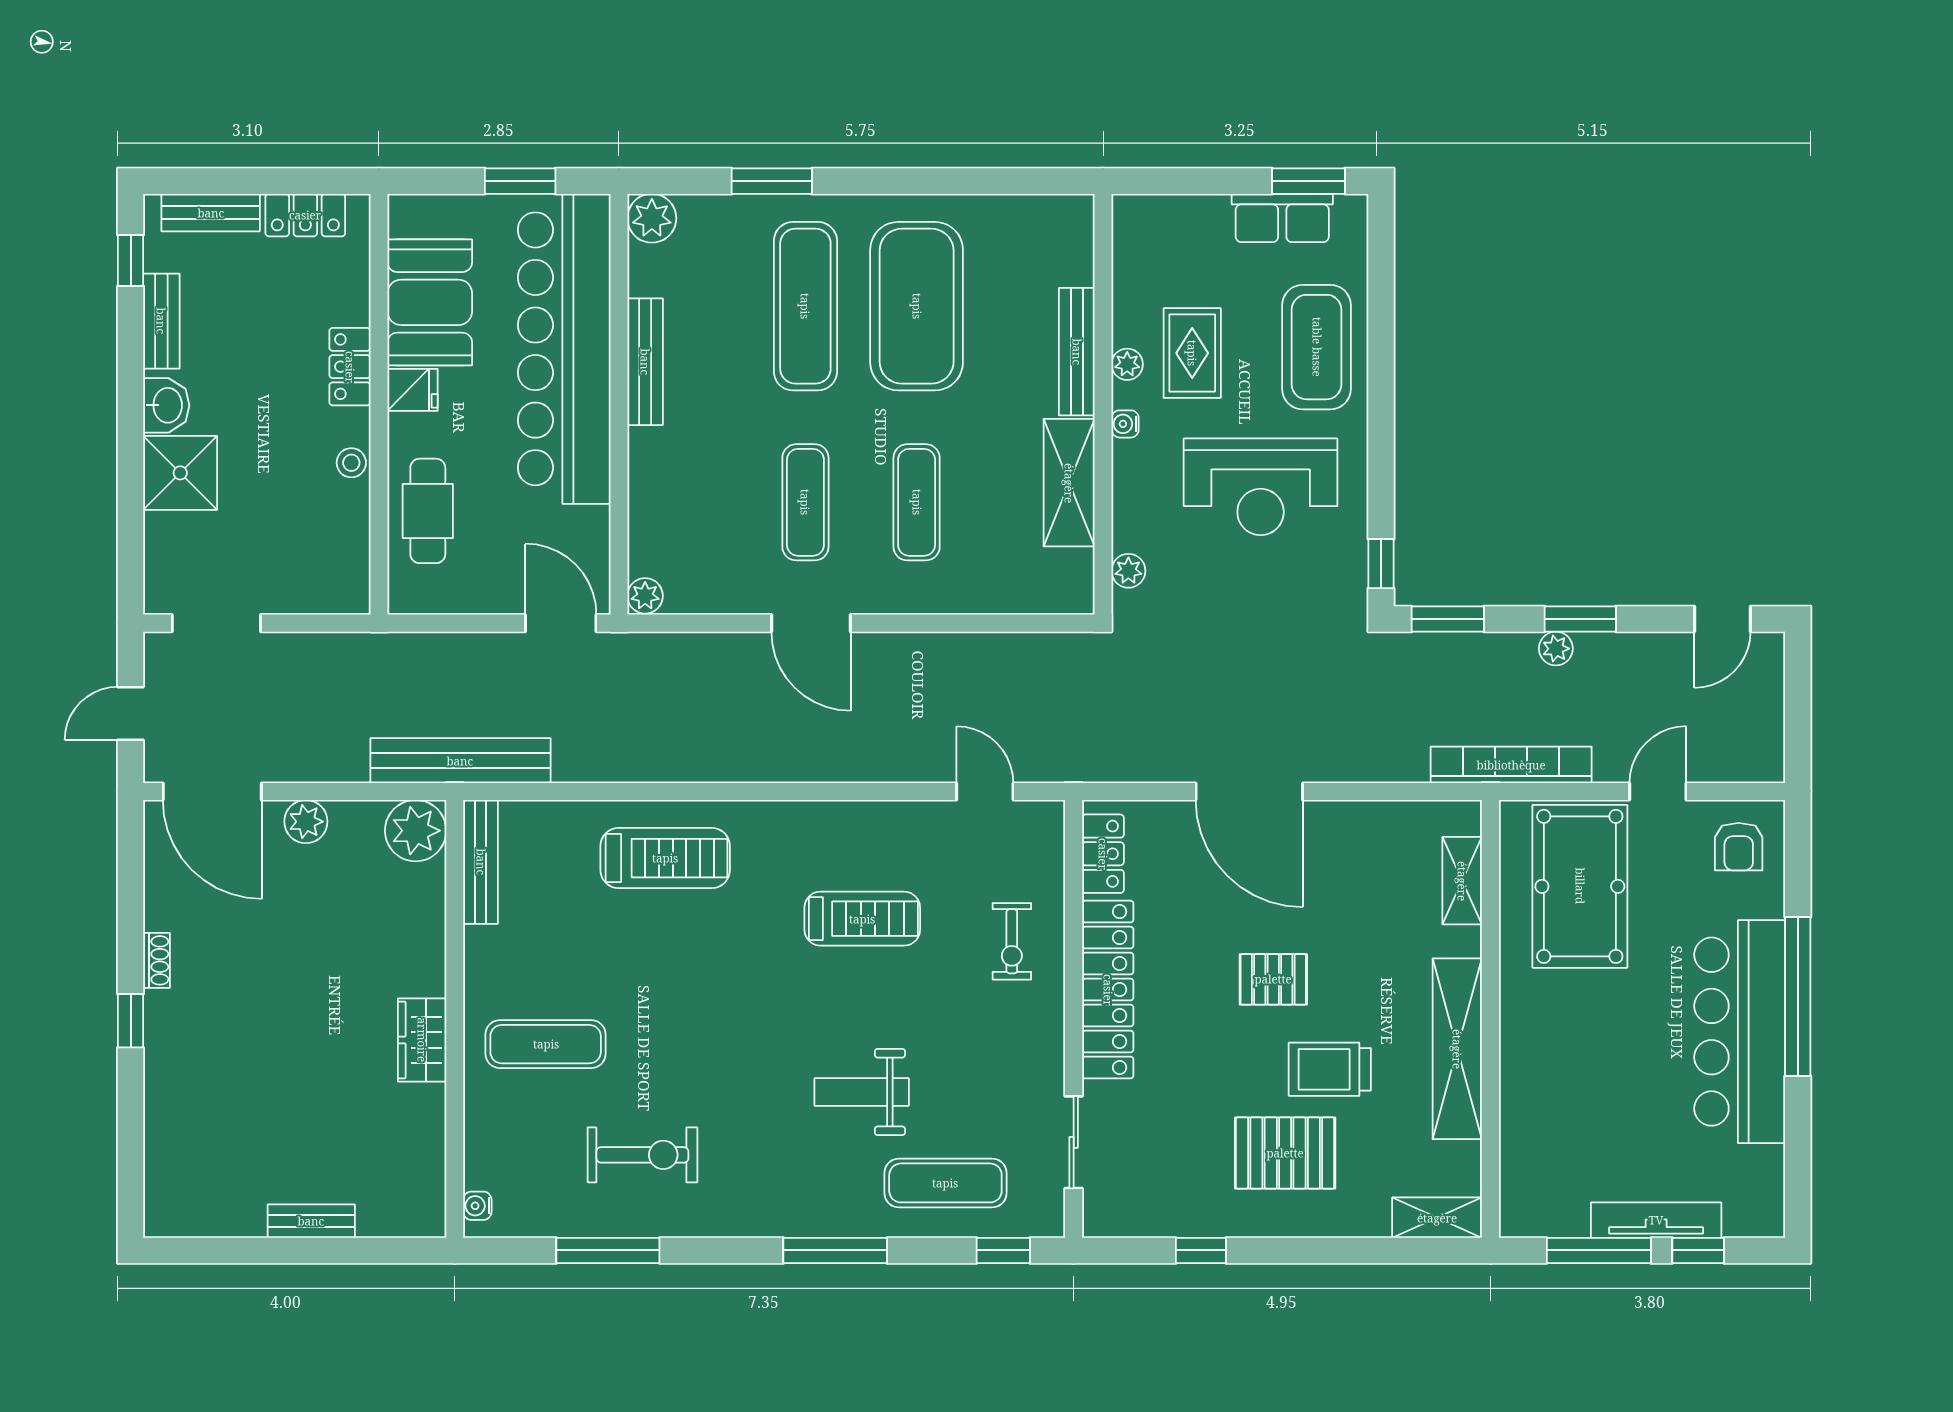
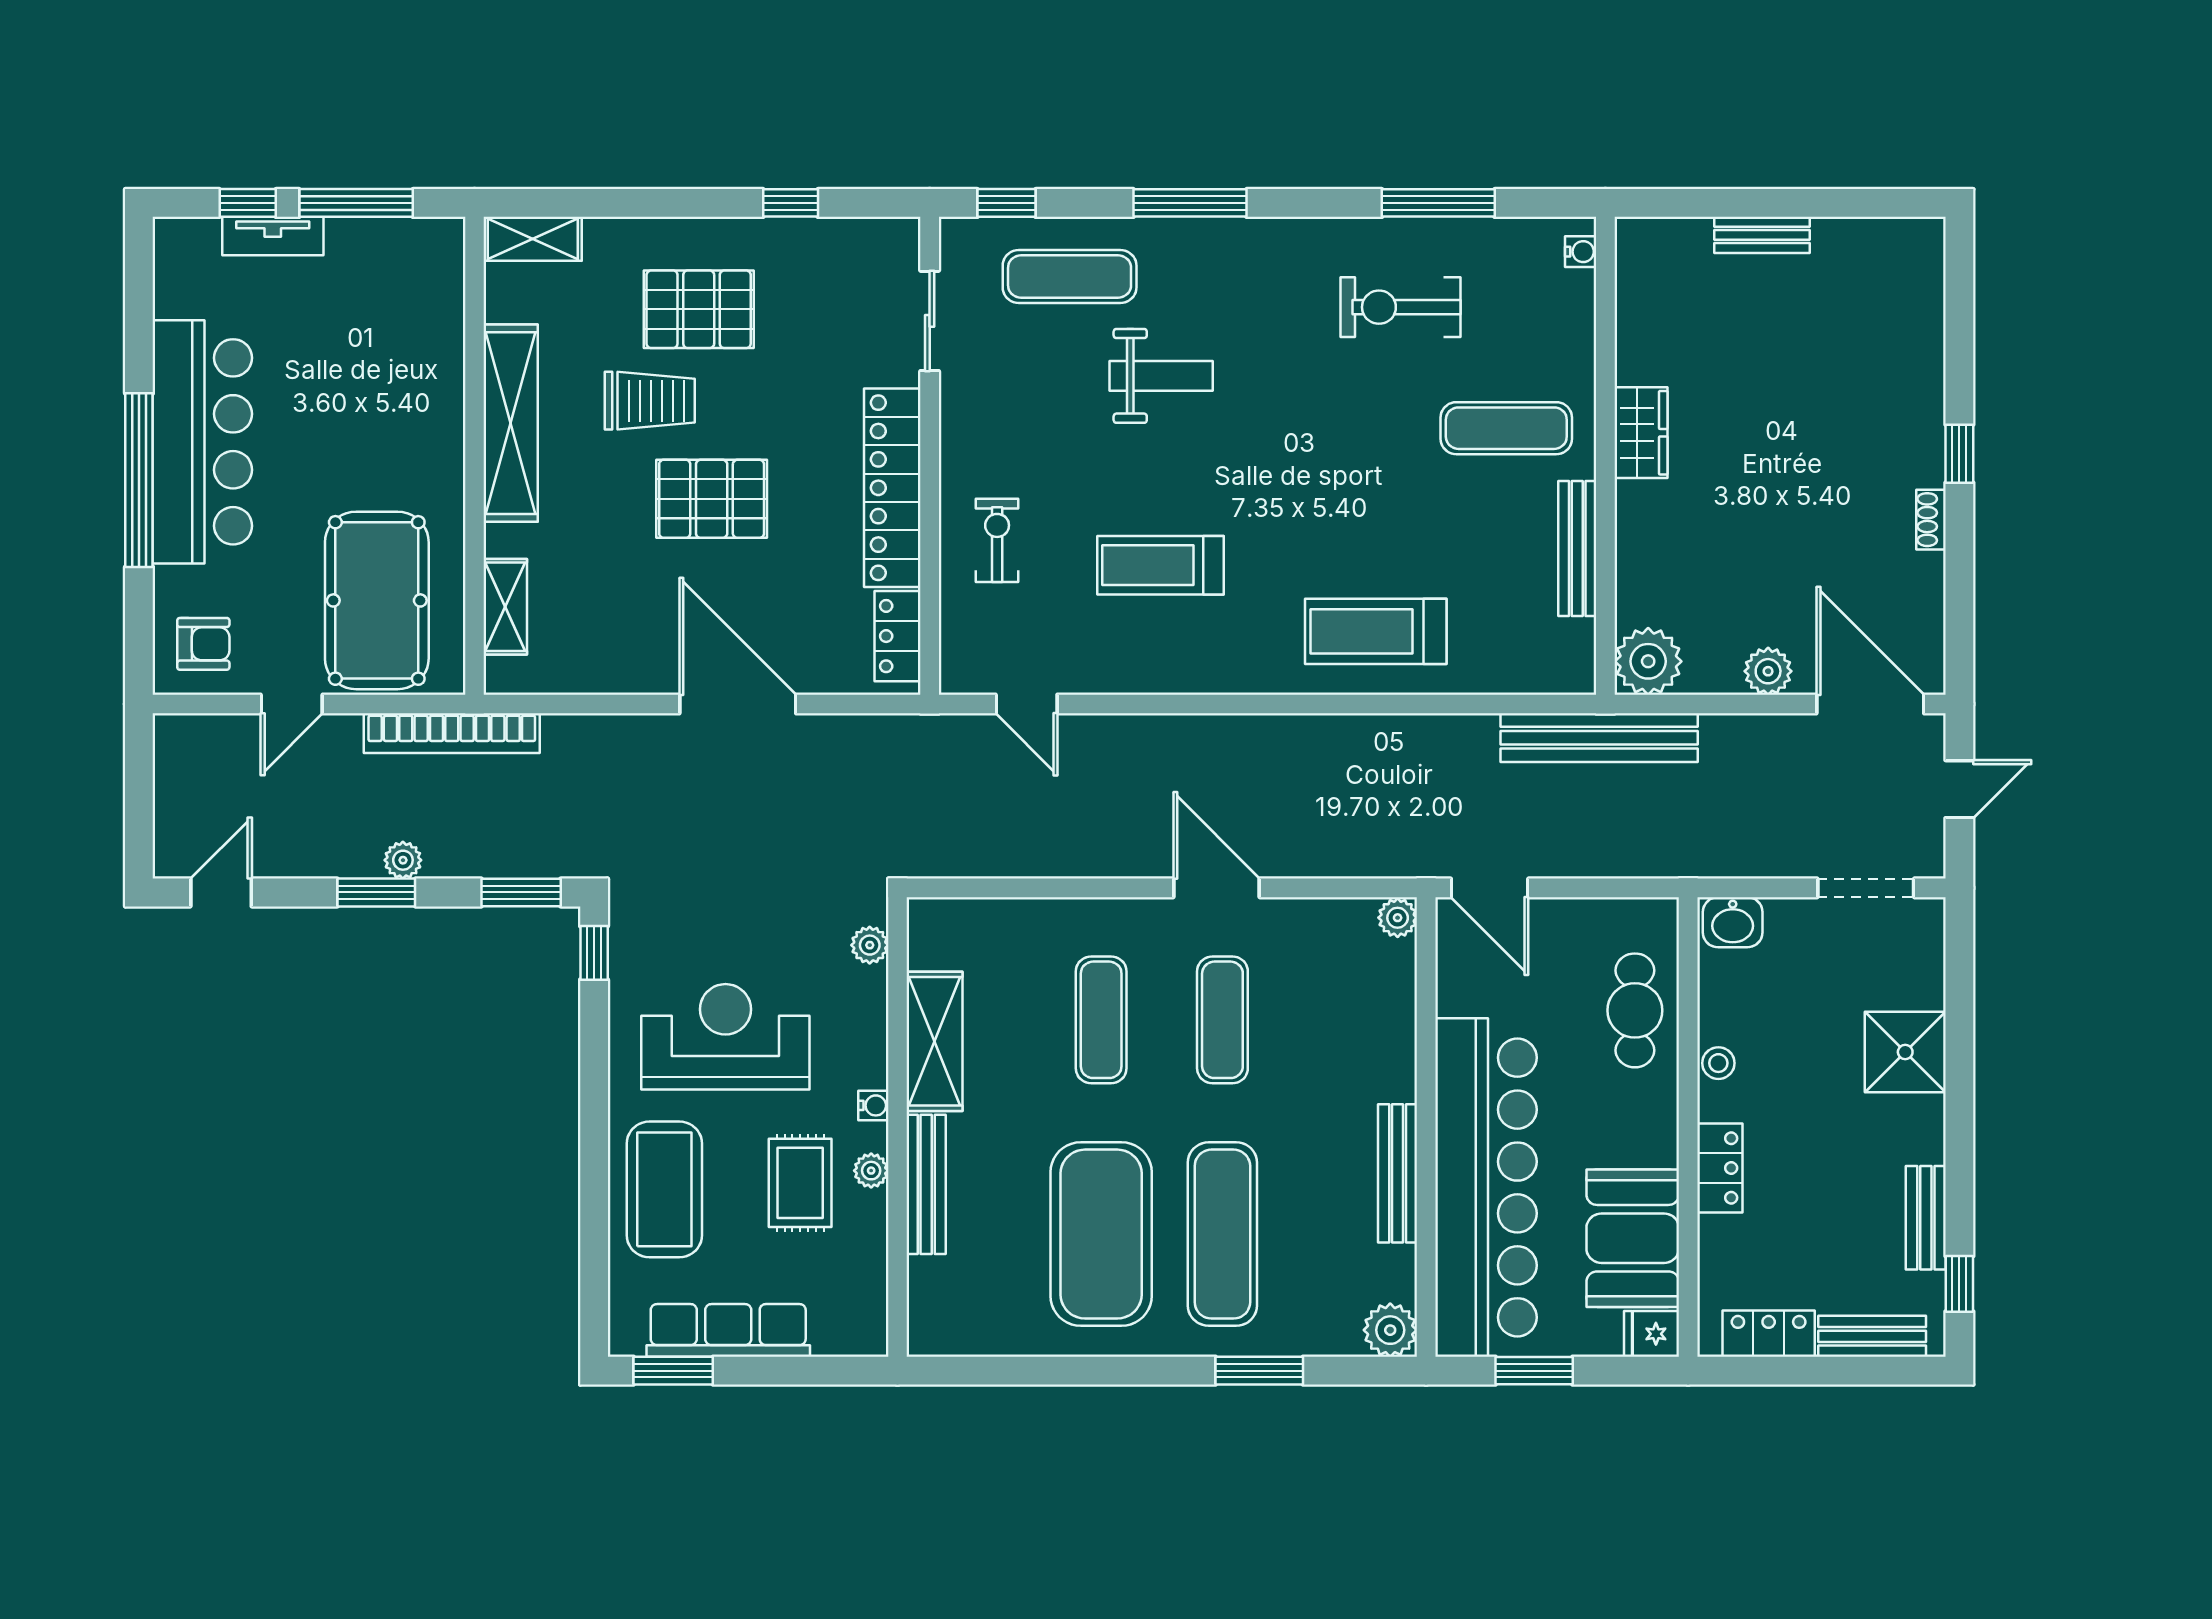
row of seats: (1282, 218) -> (728, 1330), width x1.48
fridge: (413, 390) -> (1652, 1334), moved
washbasin: (166, 405) -> (1733, 922), moved, turned -90
armchair: (1739, 847) -> (203, 644), turned 90
bench: (481, 862) -> (1577, 549), moved
pallet: (1273, 979) -> (712, 499), width x1.50, depth x1.42
tv unit: (1656, 1220) -> (273, 236), width x0.71

